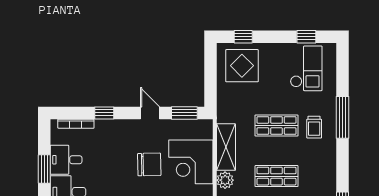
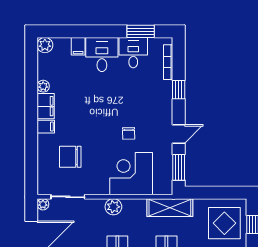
shelving: (226, 147) -> (170, 208), moved
chair: (149, 164) -> (129, 133), width x0.54, depth x0.54
window: (44, 169) -> (141, 31), moved

